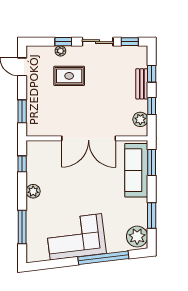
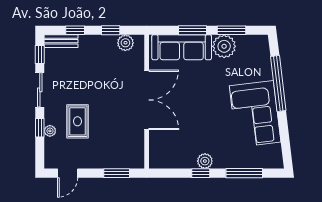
bench: (142, 84) -> (61, 41), moved
window: (152, 163) -> (193, 30), moved
window: (22, 164) -> (201, 173), moved
plant: (137, 237) -> (224, 46), moved

